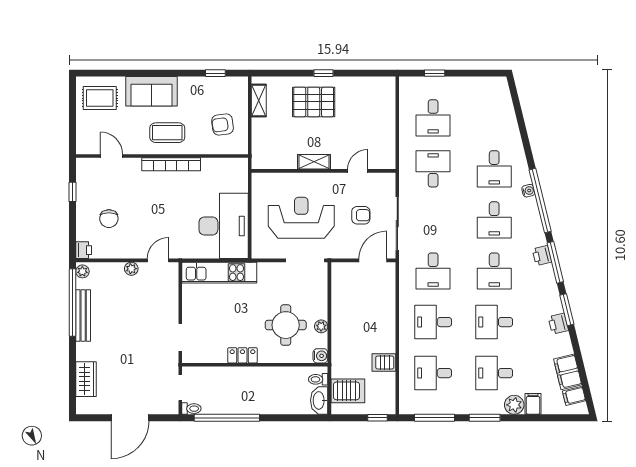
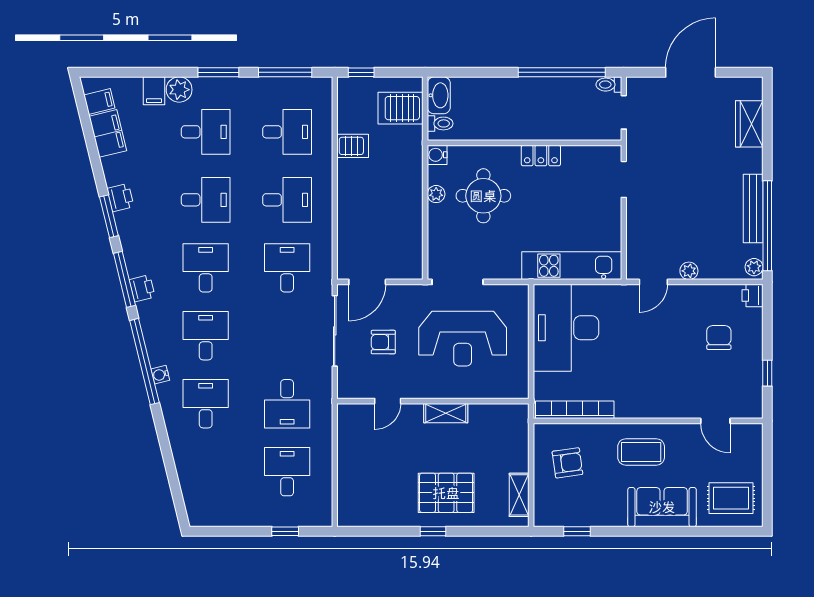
bookcase: (171, 164) -> (575, 410), moved

